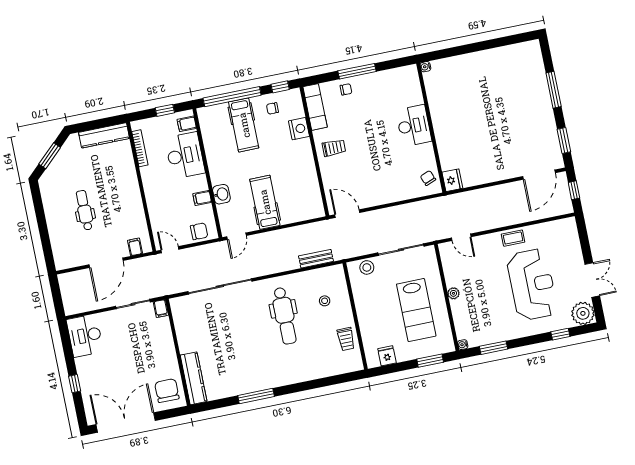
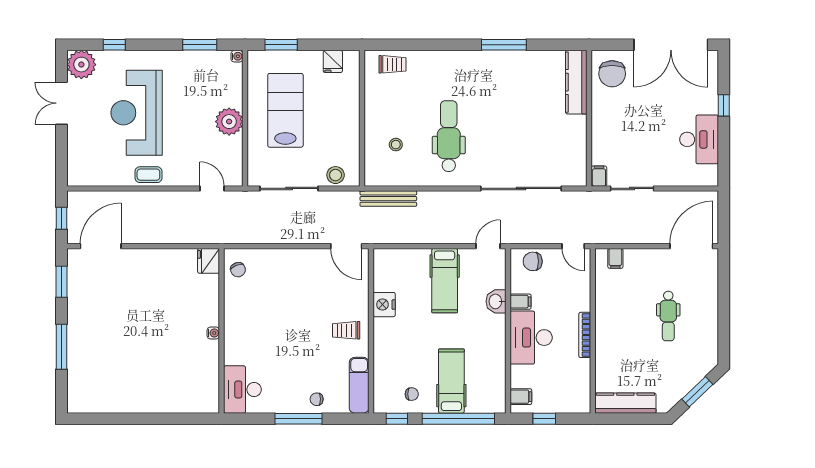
water cooler: (425, 67) -> (213, 333), moved
desk: (414, 126) -> (242, 390), moved
nightstand: (299, 129) -> (384, 305), moved
bookcase: (140, 148) -> (585, 335), moved
desk: (185, 155) -> (531, 338), moved
bench: (316, 259) -> (388, 199), width x1.36
door: (106, 263) -> (691, 246), moved
plant: (453, 293) -> (229, 122), width x1.88, depth x1.88
desk: (85, 336) -> (699, 139), moved
trolley: (346, 339) -> (392, 64), moved, turned 90

